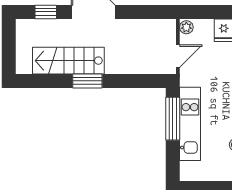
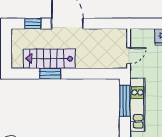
plant: (186, 27) -> (135, 35), removed
window: (87, 81) -> (50, 74), moved

